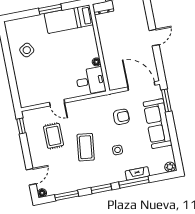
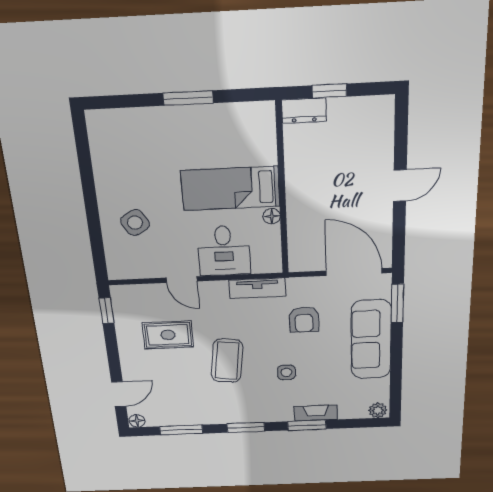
bed: (69, 19) -> (230, 188), moved
side table: (27, 50) -> (135, 223), moved
desk: (91, 81) -> (224, 251), moved, turned 90
tv unit: (95, 102) -> (257, 288), added
armchair: (121, 117) -> (304, 320), turned 90
rug: (53, 136) -> (168, 335), turned 90
window: (134, 182) -> (307, 425), width x0.69

